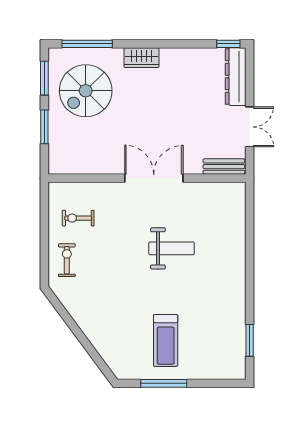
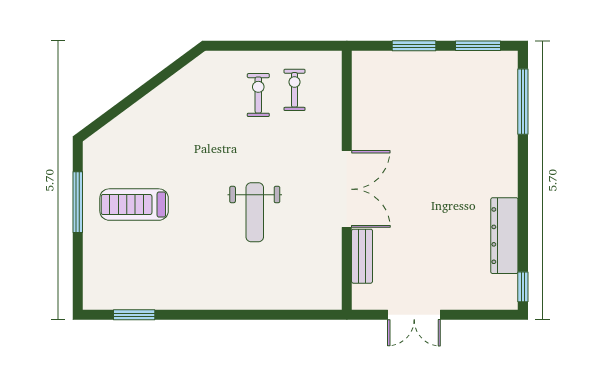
wardrobe: (141, 58) -> (505, 173), removed
dresser: (236, 77) -> (504, 236), moved, turned -90
spiral stairs: (86, 91) -> (461, 100), removed
bench: (224, 167) -> (362, 256), moved
exercise bike: (67, 260) -> (258, 95), moved, turned -90

